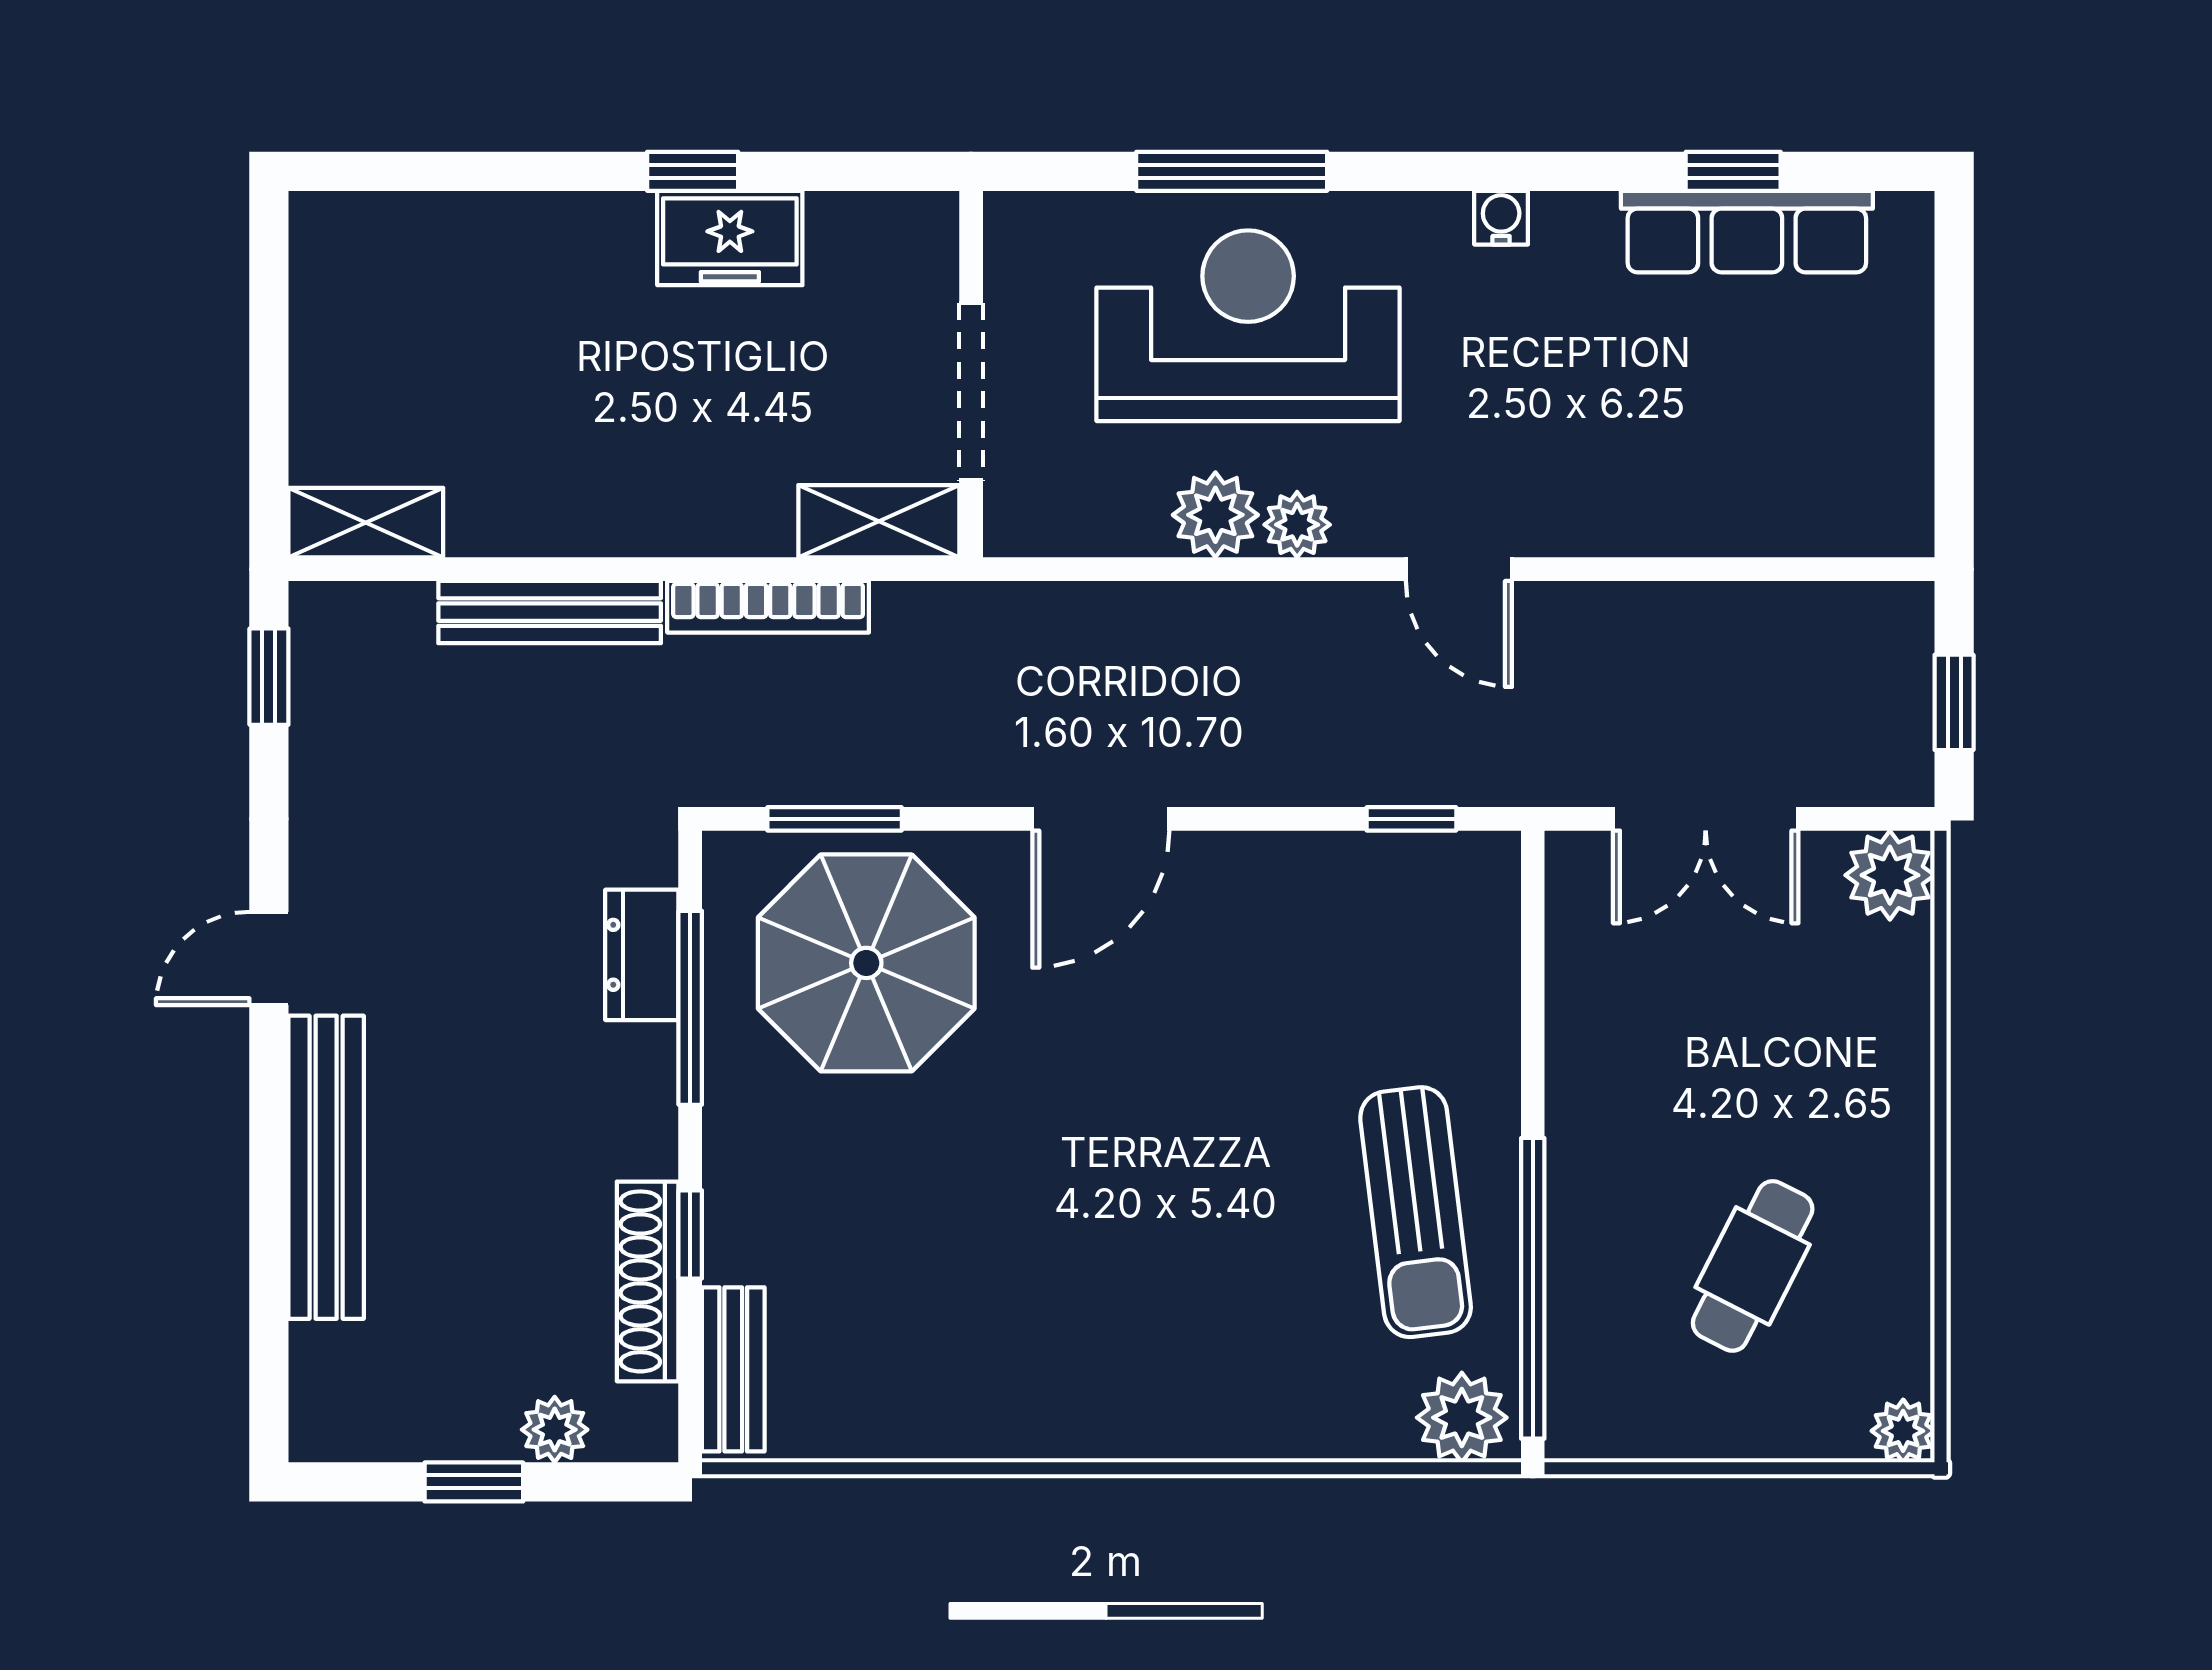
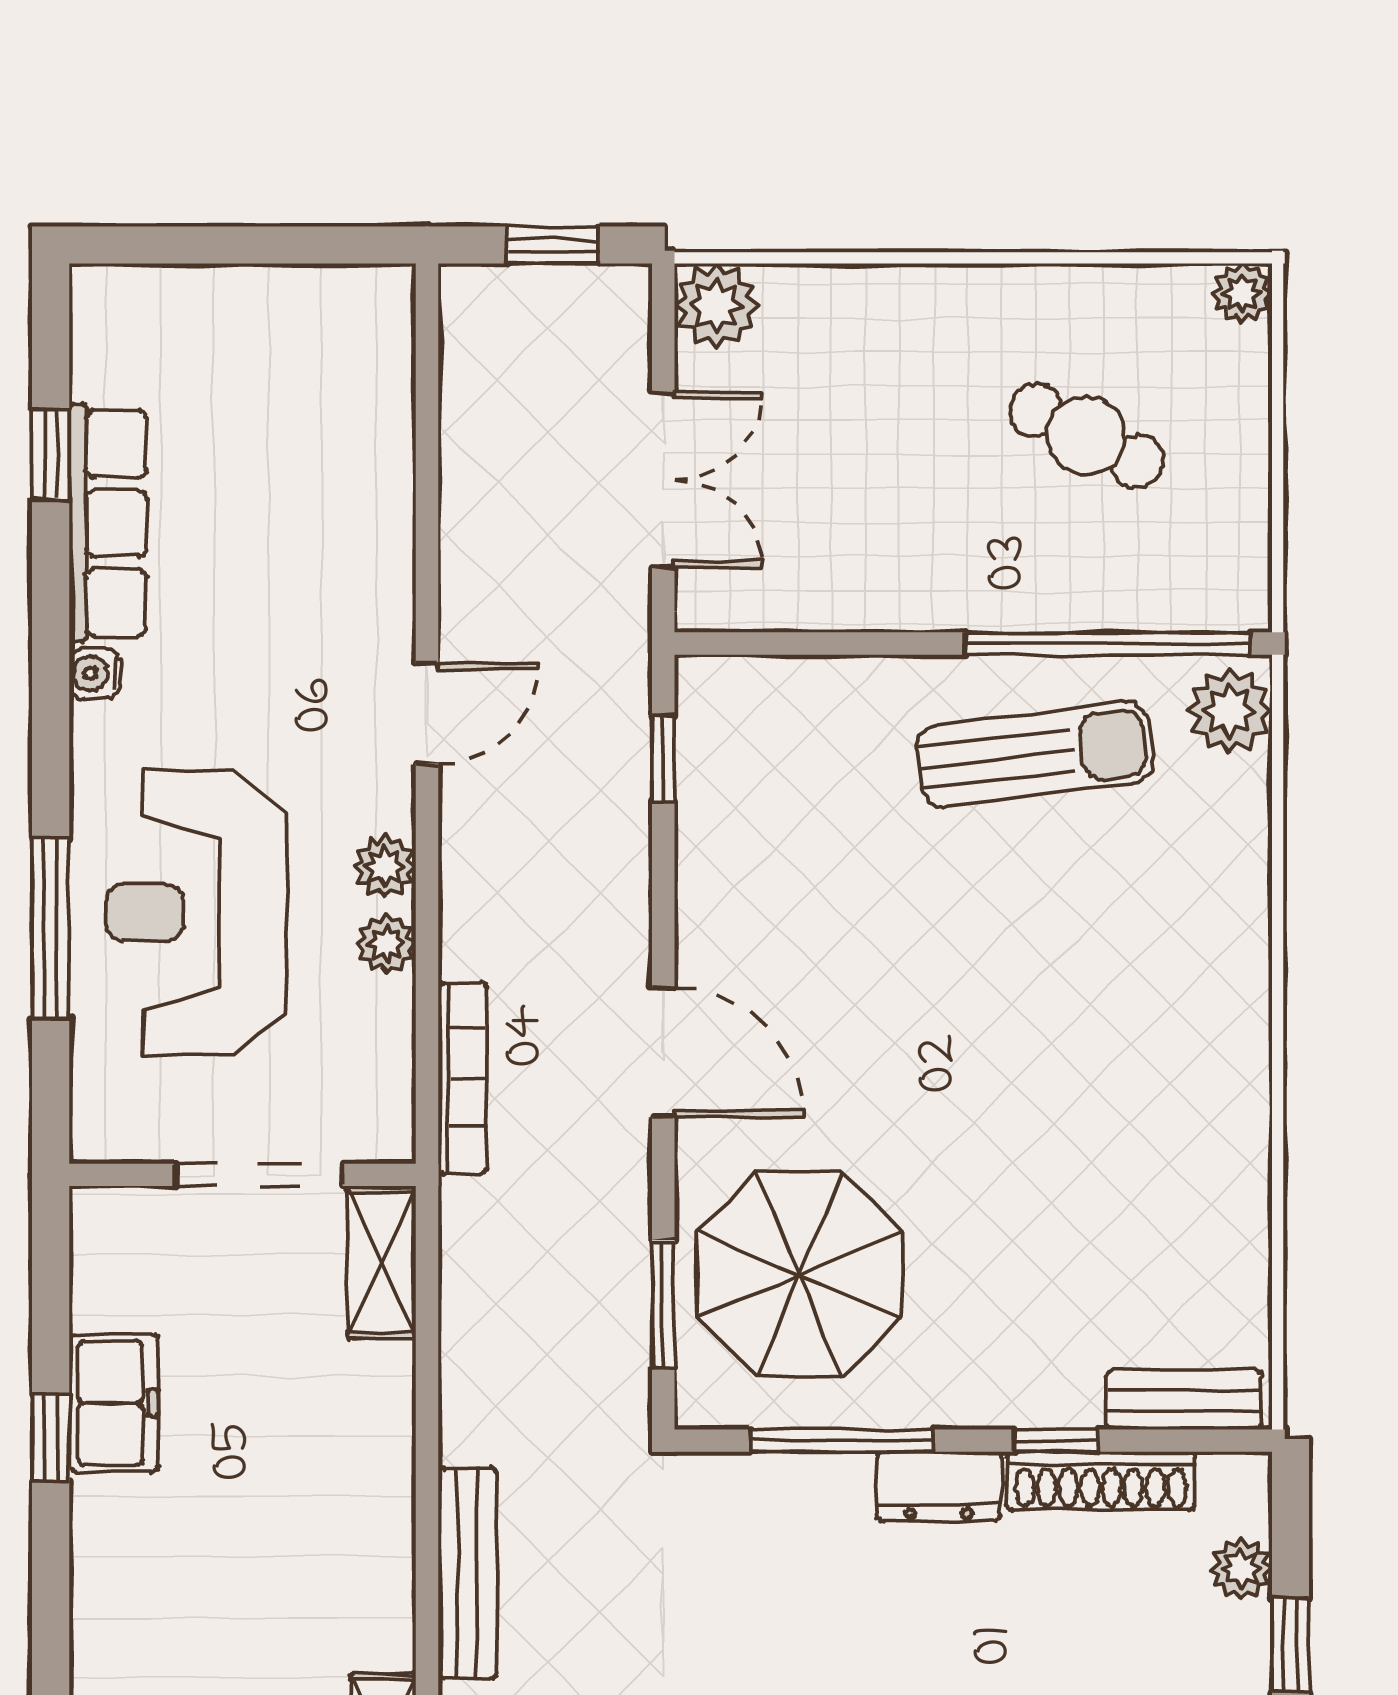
row of seats: (1747, 232) -> (108, 523), moved
plant: (1215, 515) -> (387, 944), width x0.73, depth x0.73
bookcase: (768, 607) -> (463, 1078), moved
dresser: (642, 955) -> (939, 1486), moved

